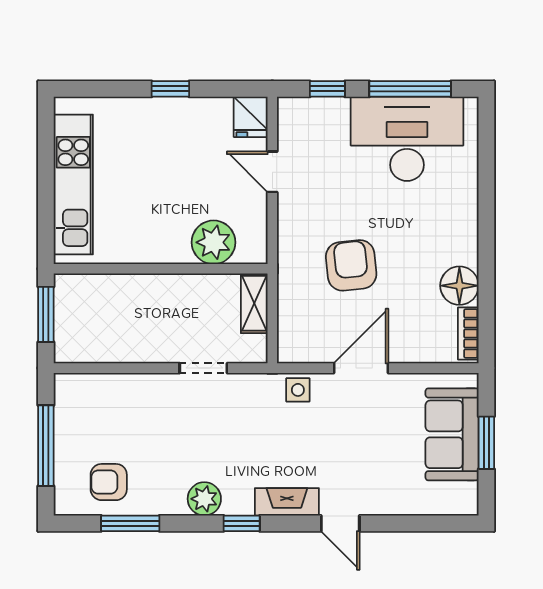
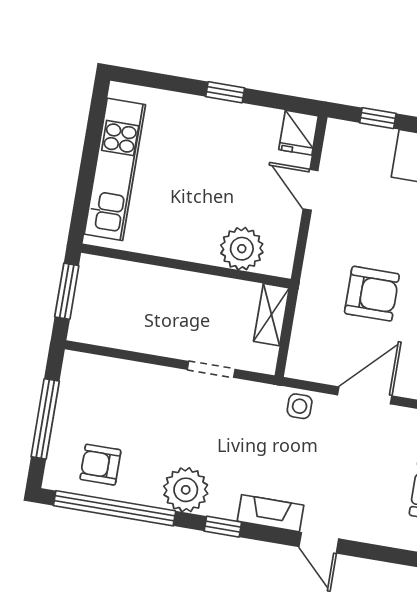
armchair: (351, 265) -> (372, 294), turned 96
plant: (204, 499) -> (186, 490), width x1.36, depth x1.36
window: (130, 523) -> (115, 508), width x2.11

